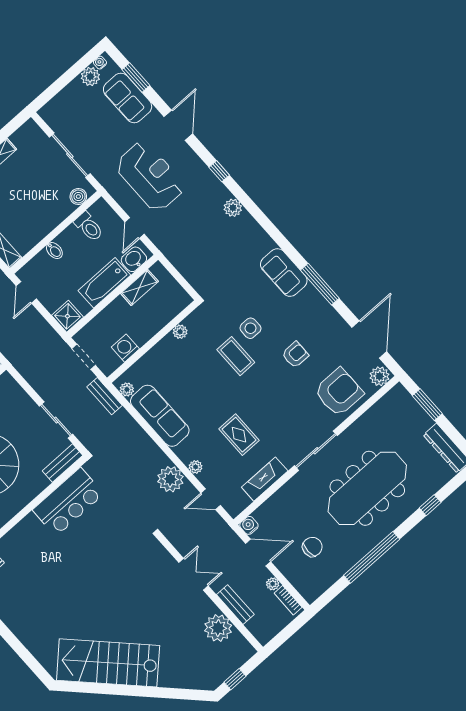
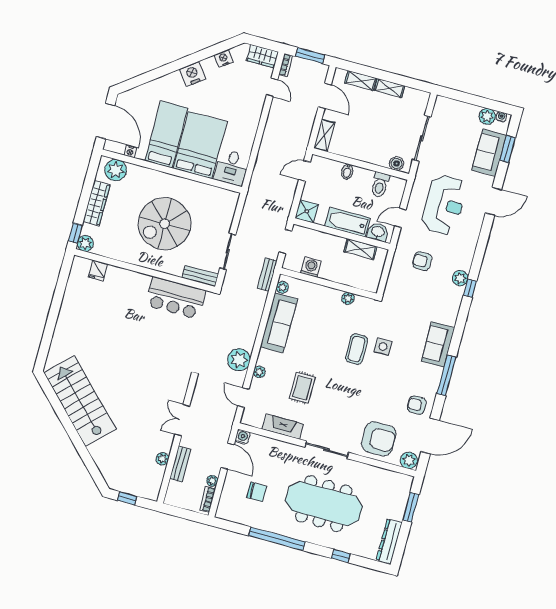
window: (219, 171) -> (470, 288), moved
armchair: (191, 234) -> (422, 261), added
armchair: (295, 355) -> (417, 405), moved, turned 180
double door: (193, 574) -> (182, 420), swing flipped
plant: (218, 628) -> (162, 459), width x0.53, depth x0.53

